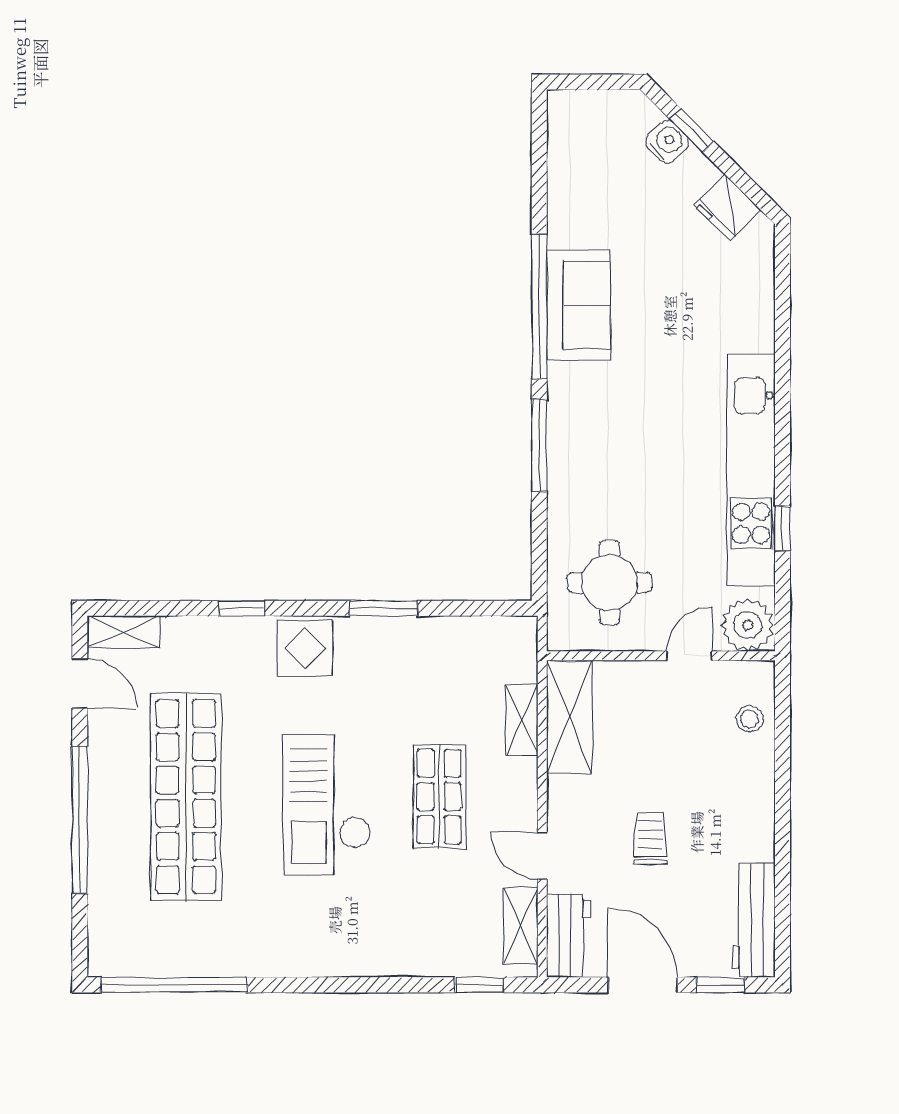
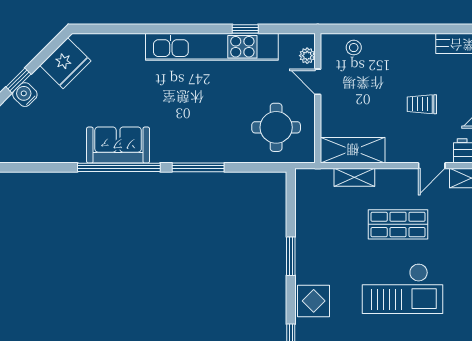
fridge: (728, 207) -> (65, 63), width x1.36, depth x1.34
plant: (748, 625) -> (307, 56), width x0.53, depth x0.53

